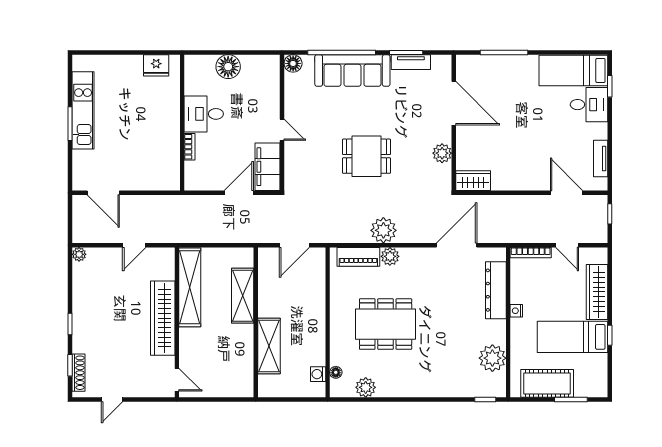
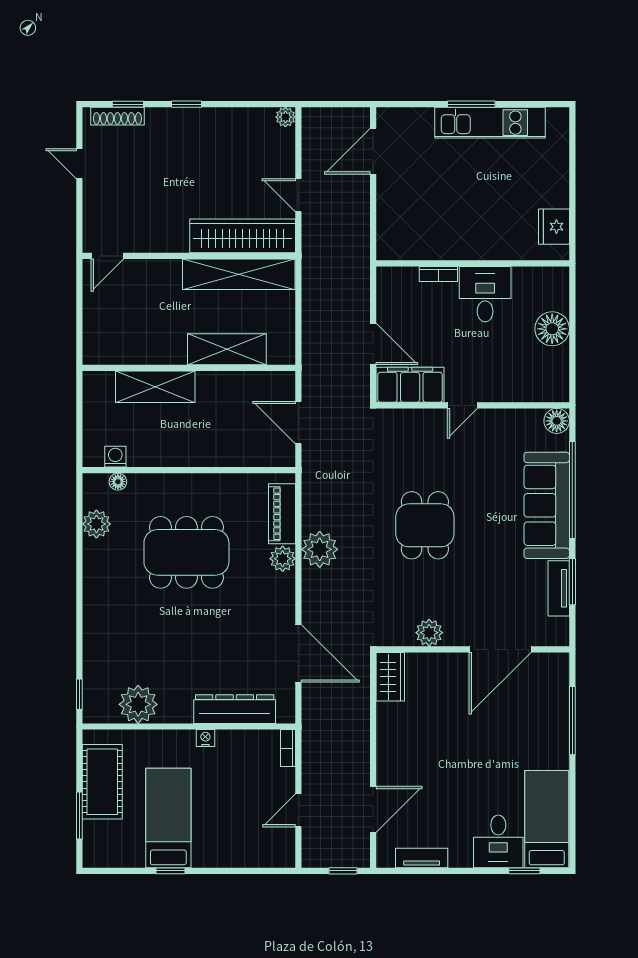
bookcase: (531, 253) -> (288, 748), width x0.64
wardrobe: (597, 292) -> (232, 853), removed
wardrobe: (163, 318) -> (243, 236), moved
dining table: (386, 324) -> (186, 552), turned 90

